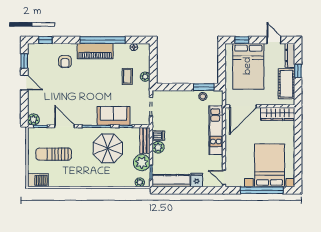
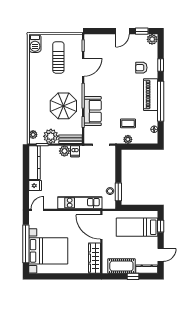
window: (45, 40) -> (161, 65), moved
bed: (248, 66) -> (137, 227), width x0.67
plant: (33, 119) -> (152, 39), moved

